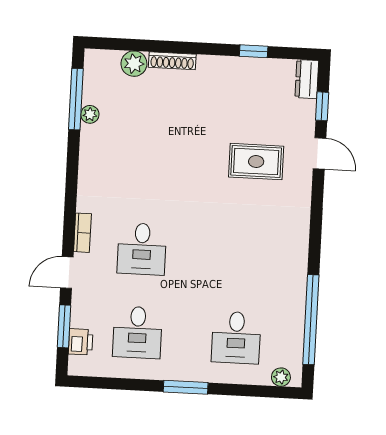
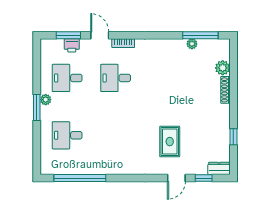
printer: (81, 342) -> (72, 45), moved
plant: (281, 377) -> (46, 100), moved

